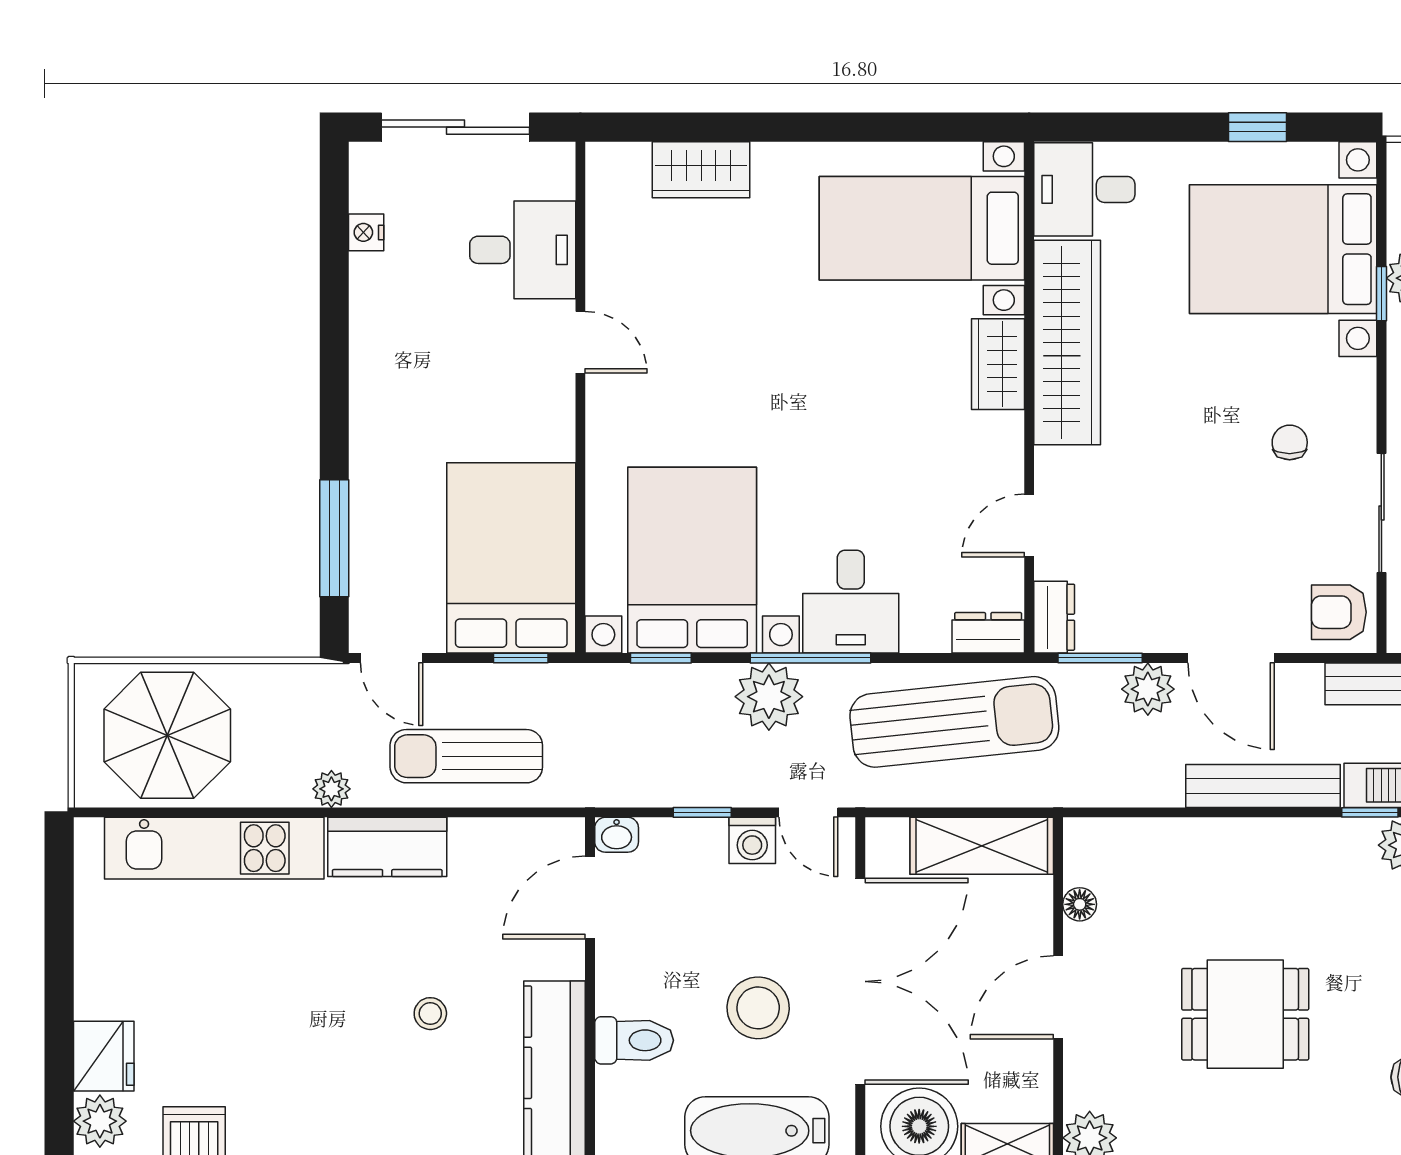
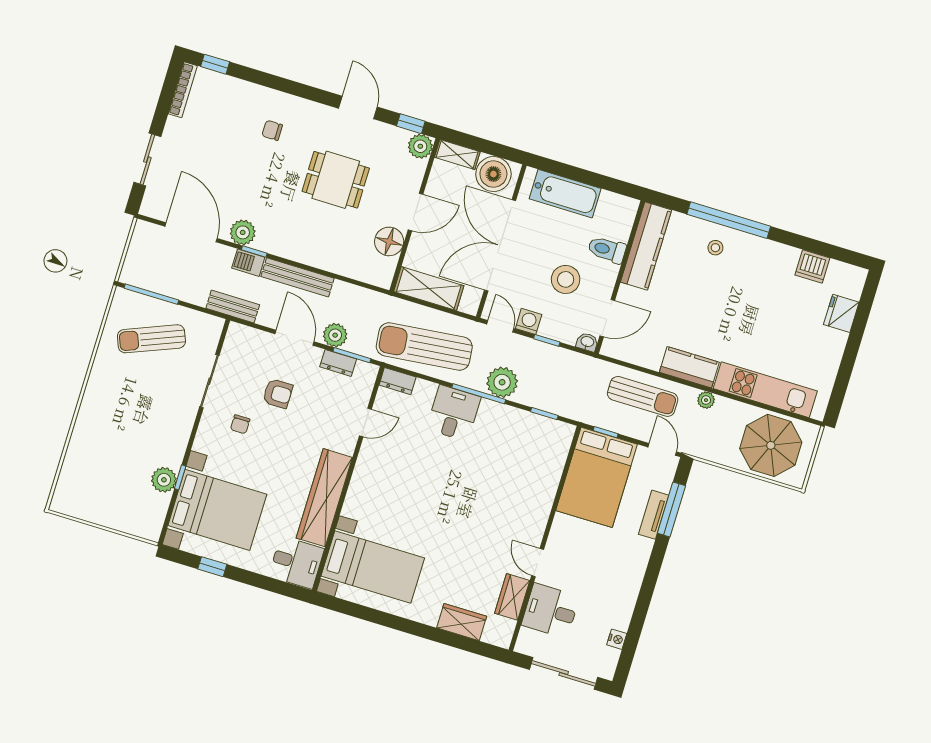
wardrobe: (998, 364) -> (512, 597), moved, turned 180
tv unit: (368, 516) -> (654, 515), added
bed with nightstands: (692, 560) -> (518, 452), removed
armchair: (1339, 612) -> (278, 394), moved
dresser: (1054, 617) -> (338, 363), moved, turned -90
floor lamp: (1080, 904) -> (389, 241), width x1.89, depth x1.89
stool: (758, 1008) -> (566, 279), moved
stool: (430, 1014) -> (715, 248), moved
plant: (100, 1121) -> (852, 285), removed

